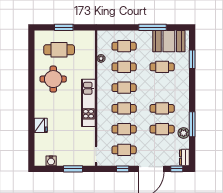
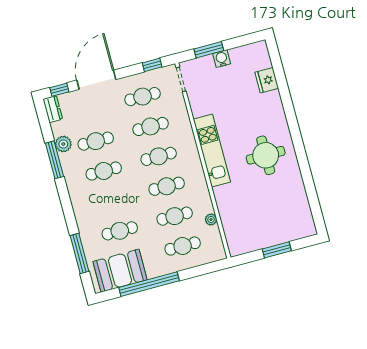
window: (152, 27) -> (149, 284), width x1.46
cafe table: (59, 50) -> (275, 216), removed
window: (192, 59) -> (80, 253), width x1.44
round table: (53, 79) -> (266, 155), moved
fridge: (41, 125) -> (267, 80), moved
water cooler: (51, 161) -> (222, 59), moved
window: (123, 169) -> (152, 65), moved

